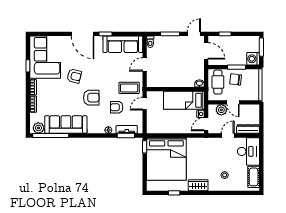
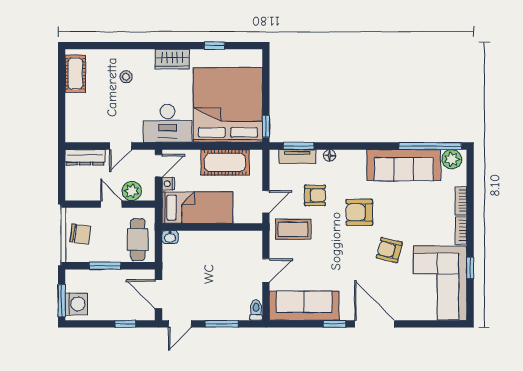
washing machine: (253, 59) -> (76, 304), moved
chair: (236, 79) -> (80, 234), moved
cot: (168, 126) -> (225, 162), added
desk: (248, 151) -> (168, 123), moved, turned -90

